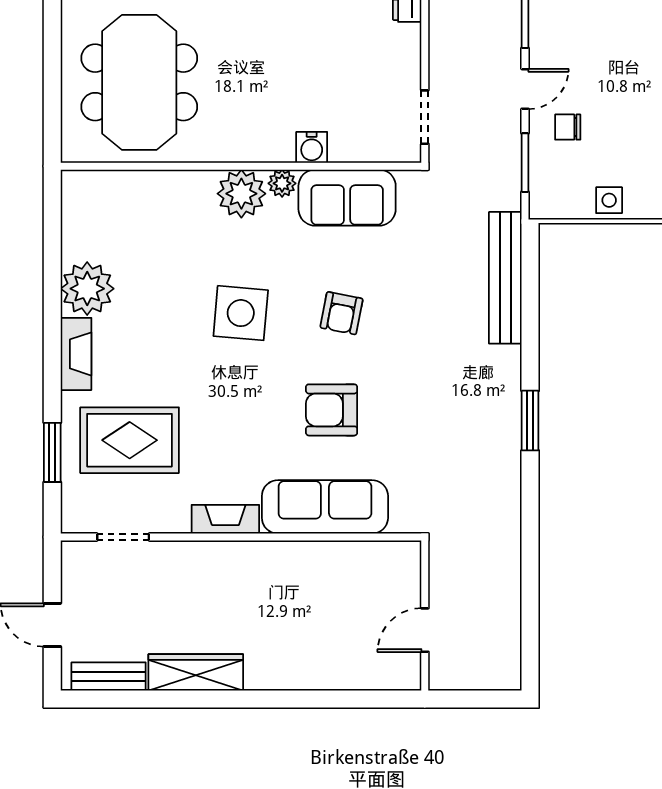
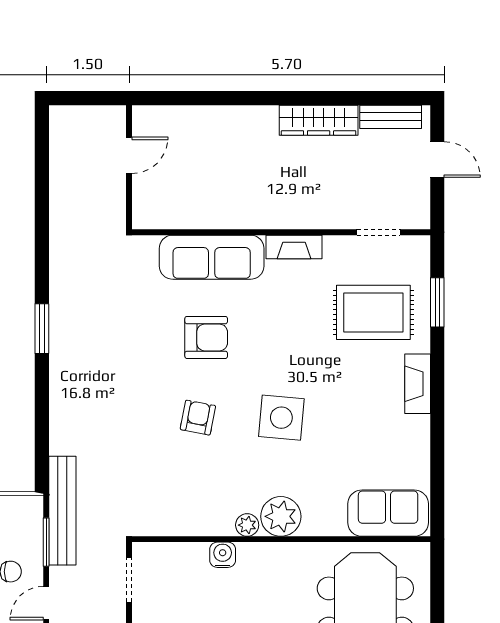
sofa: (347, 198) -> (388, 513), moved
bench: (505, 278) -> (62, 511), moved
plant: (87, 289) -> (408, 438), removed

